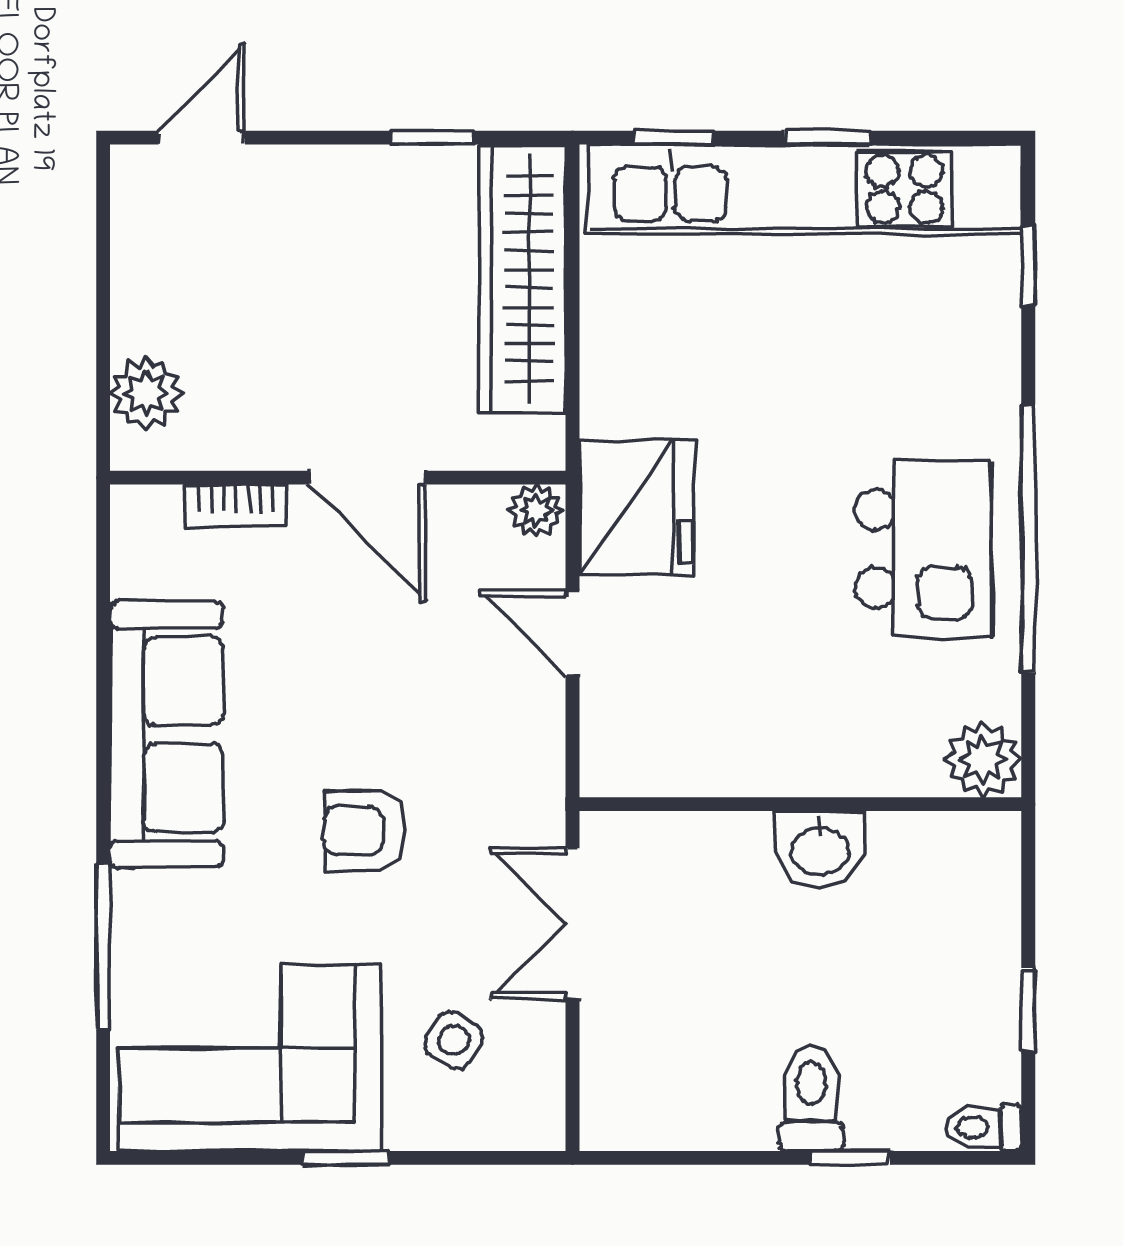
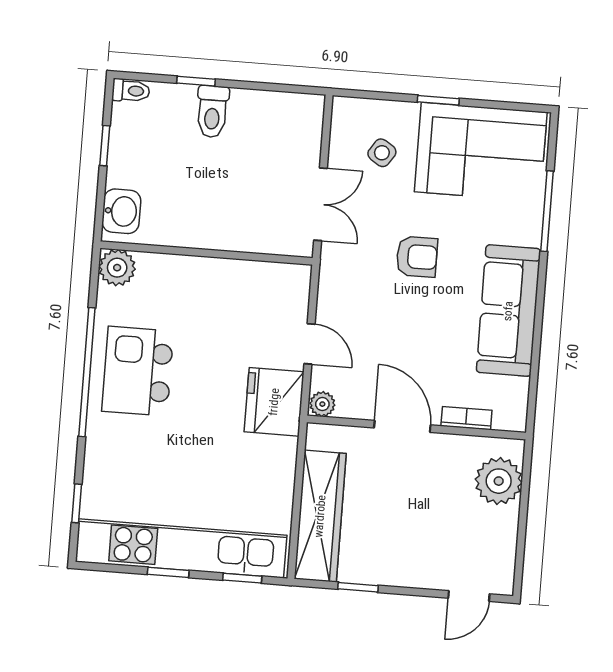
plant: (146, 393) -> (499, 481), width x1.36, depth x1.36
washbasin: (820, 849) -> (121, 211), moved, turned 90

